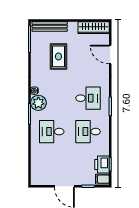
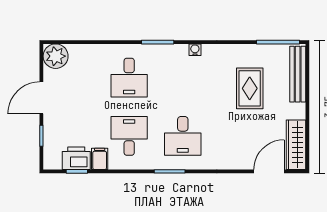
door: (110, 55) -> (269, 171), moved
rug: (58, 56) -> (250, 88), turned 90
plant: (38, 103) -> (56, 56), moved
desk: (52, 132) -> (129, 78), turned 180
filing cabinet: (102, 179) -> (100, 159), moved

